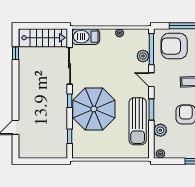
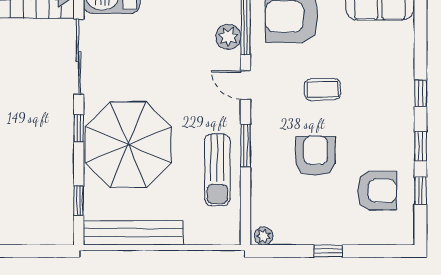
sun lounger: (138, 121) -> (217, 170), width x0.73, depth x0.75
plant: (160, 130) -> (263, 188), removed
bench: (96, 152) -> (133, 233), added

